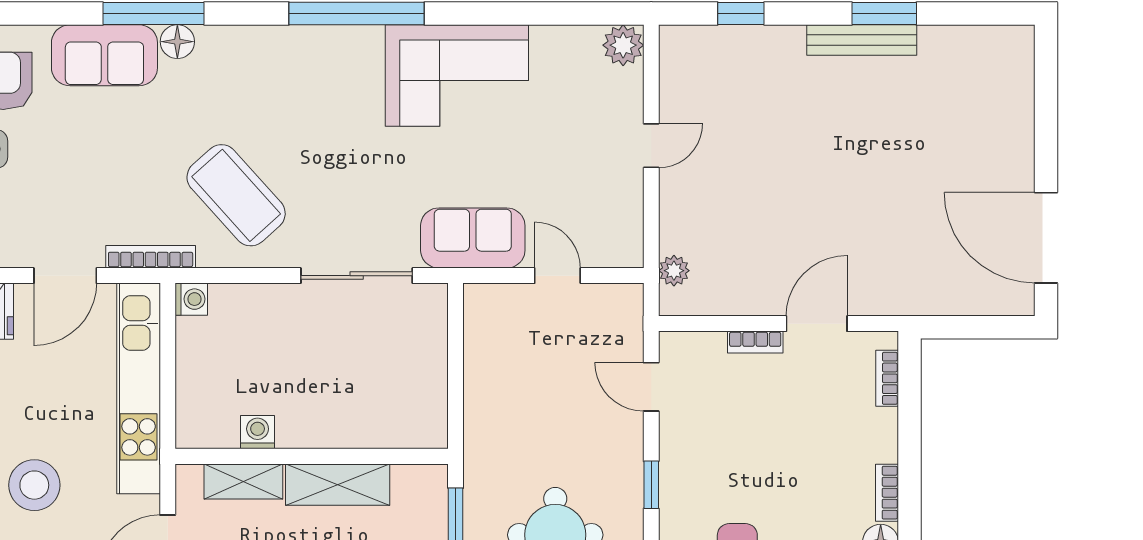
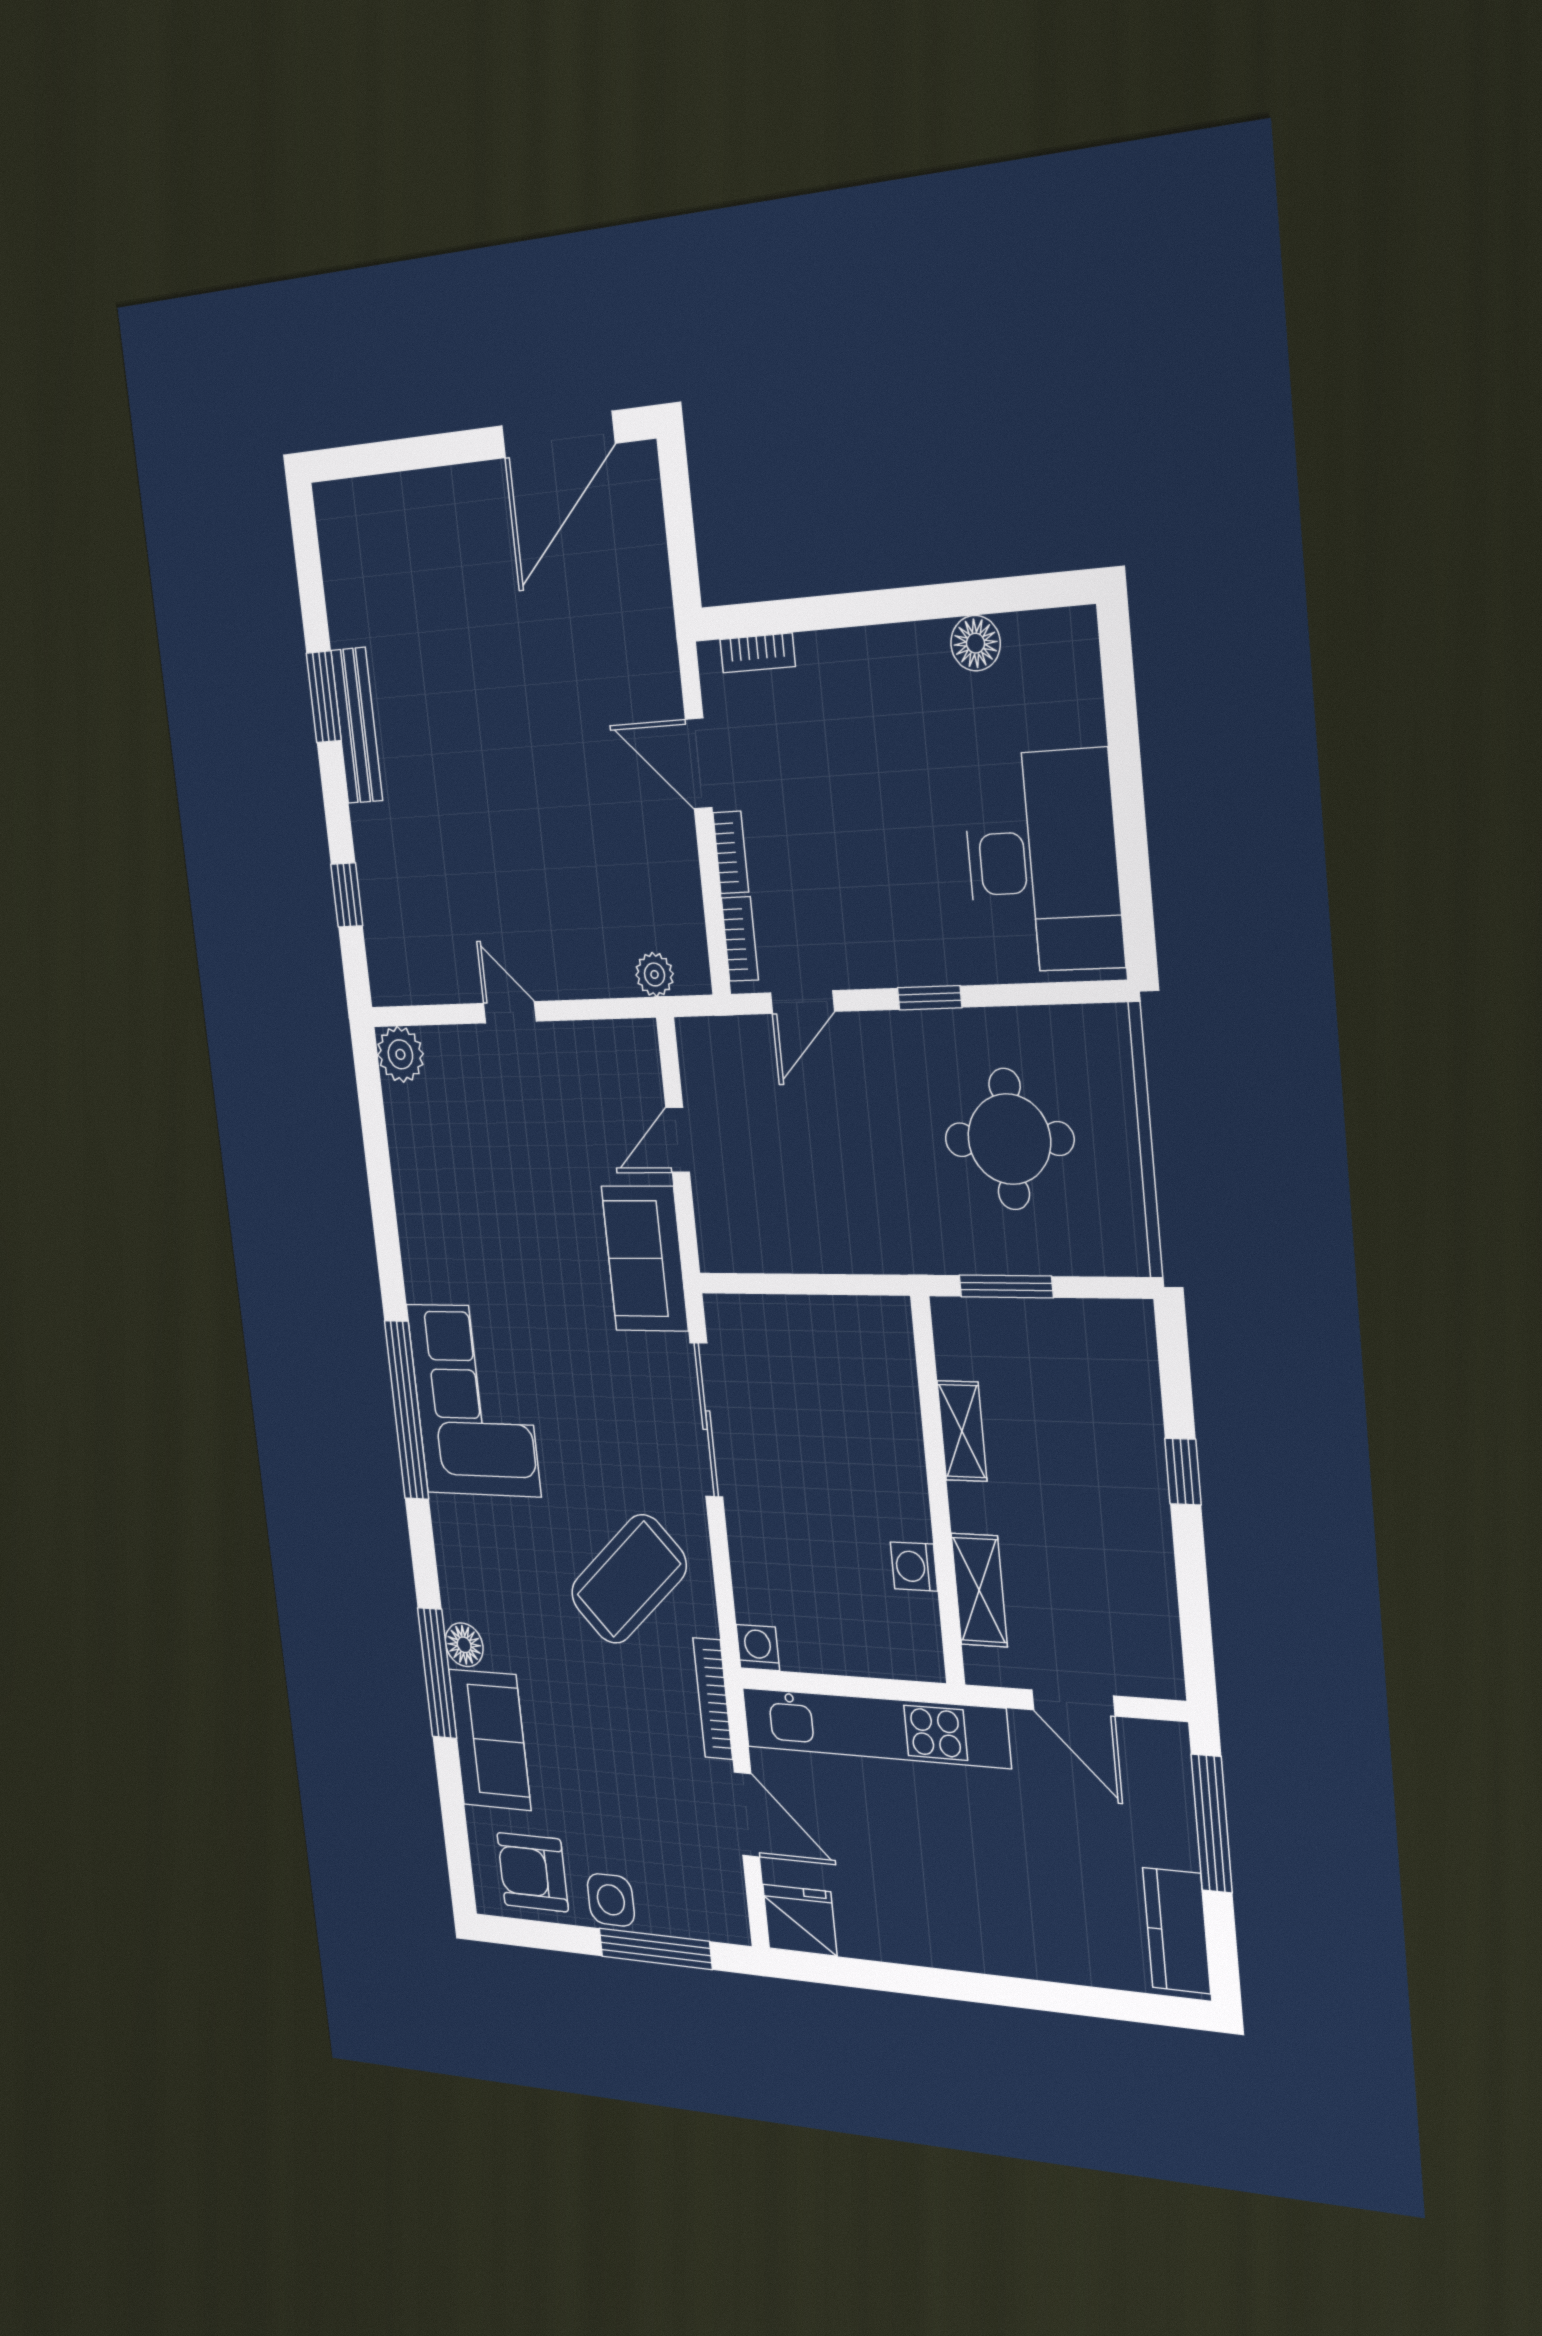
corner sofa: (457, 76) -> (474, 1400), moved
stool: (34, 485) -> (1011, 1882), removed
shelving: (338, 485) -> (962, 1431), width x0.67, depth x0.75
bookcase: (887, 493) -> (740, 939), moved, turned -90

